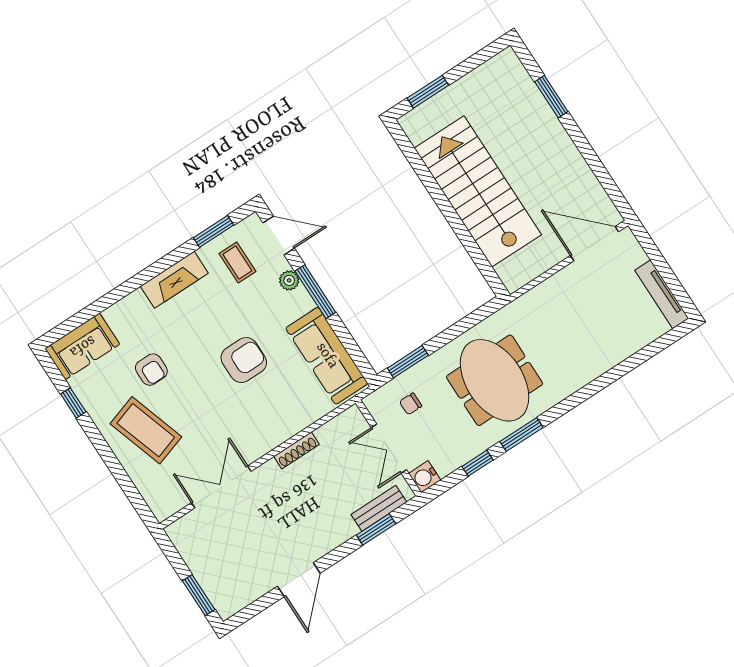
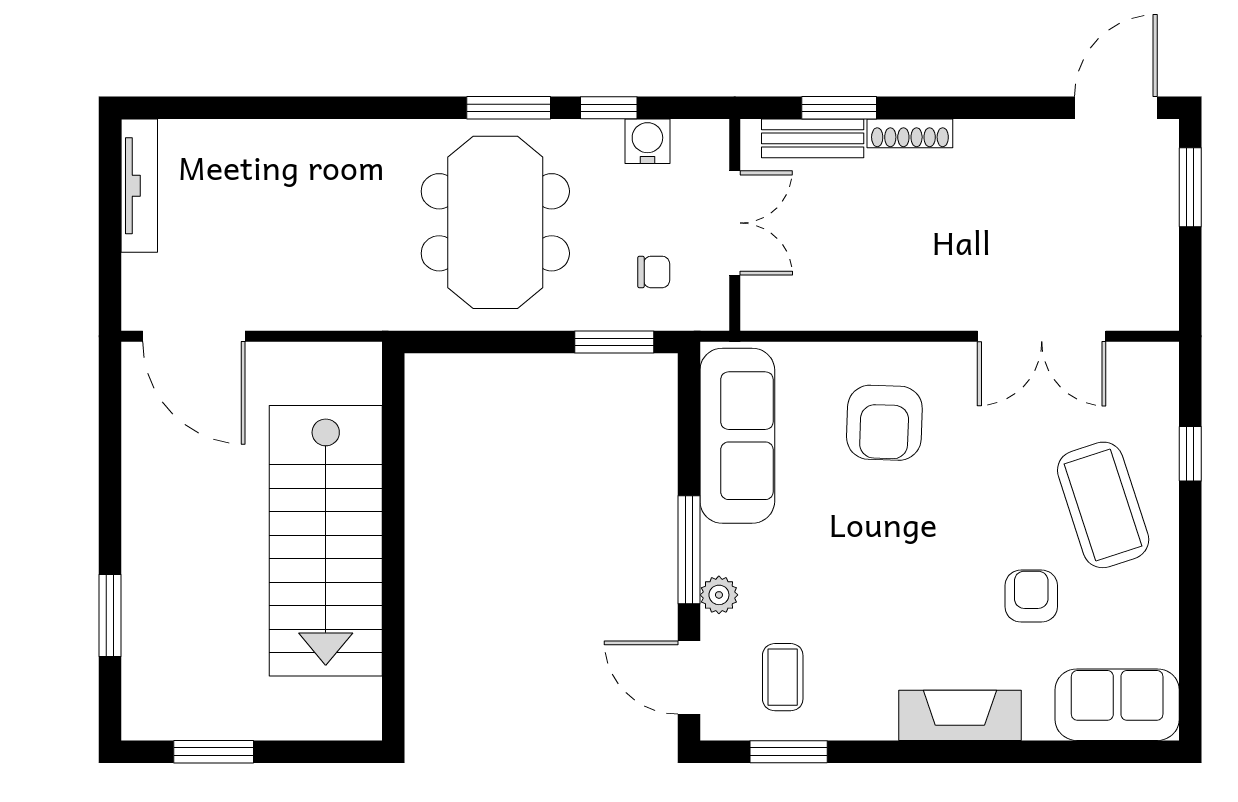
window: (428, 92) -> (214, 752), moved
fireplace: (174, 280) -> (960, 715), moved
armchair: (244, 360) -> (884, 423), moved, turned -88
window: (73, 403) -> (1190, 454), moved
shoe rack: (296, 450) -> (910, 133), moved, turned 180
water cooler: (425, 477) -> (647, 141), moved, turned -90
door: (299, 580) -> (1116, 108), moved

